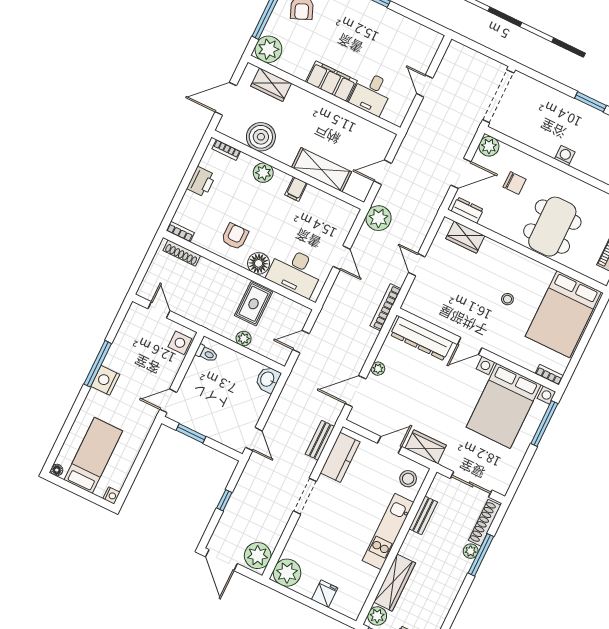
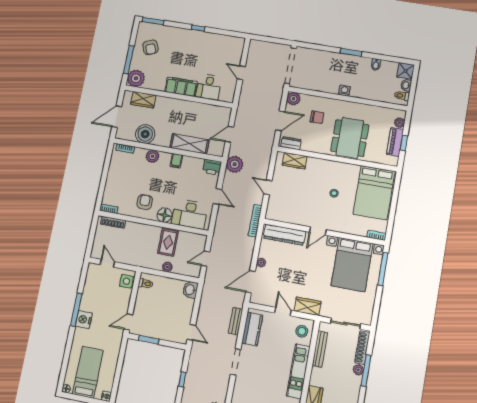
printer: (201, 182) -> (212, 167), moved, turned 90
door: (389, 445) -> (283, 312), hinge flipped
bench: (423, 515) -> (320, 349), width x1.36

